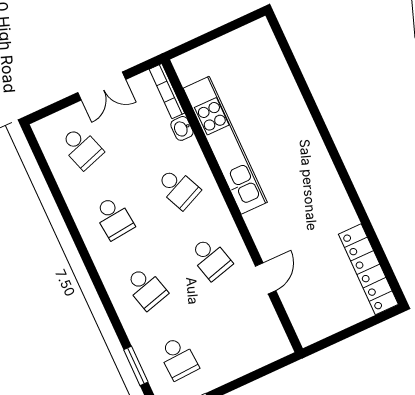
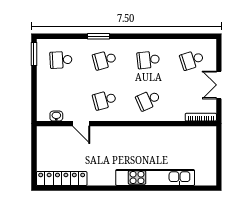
washbasin: (182, 128) -> (56, 116), moved
kitchen unit: (225, 145) -> (155, 178), moved, turned 180
window: (136, 366) -> (98, 36), moved

